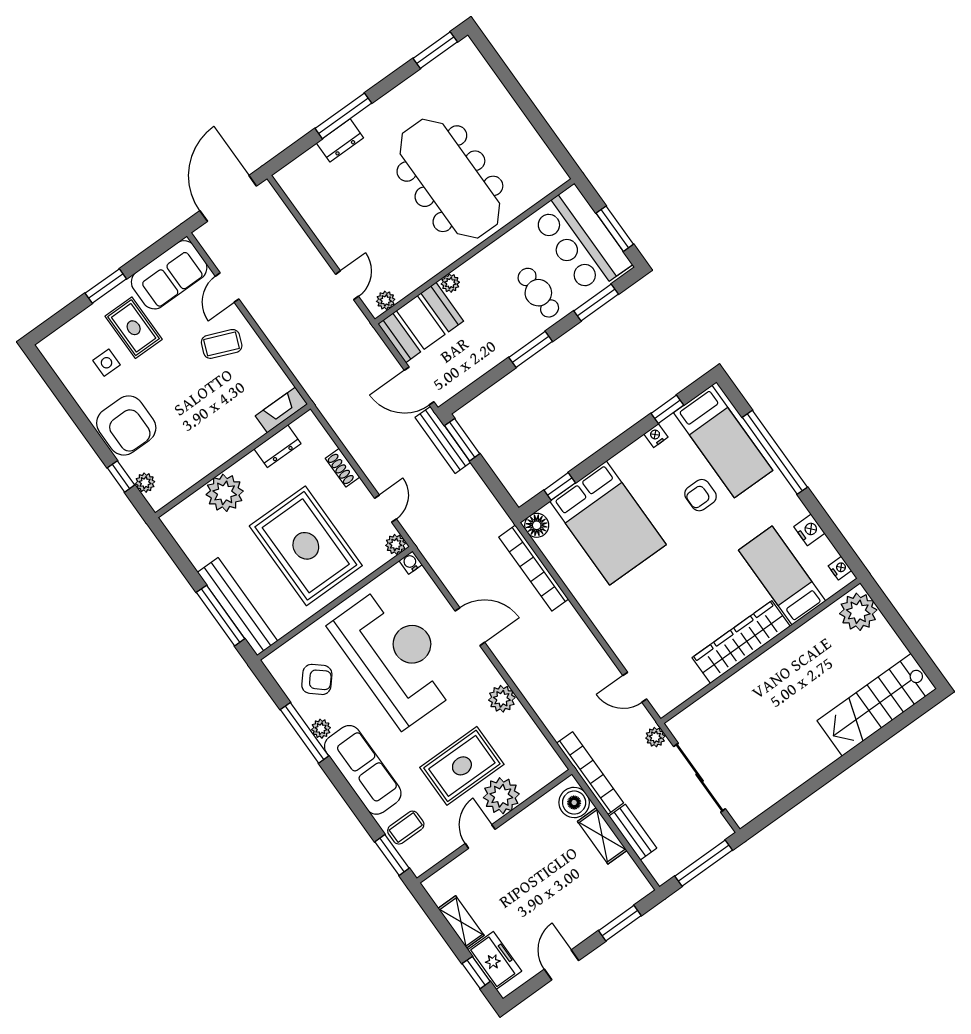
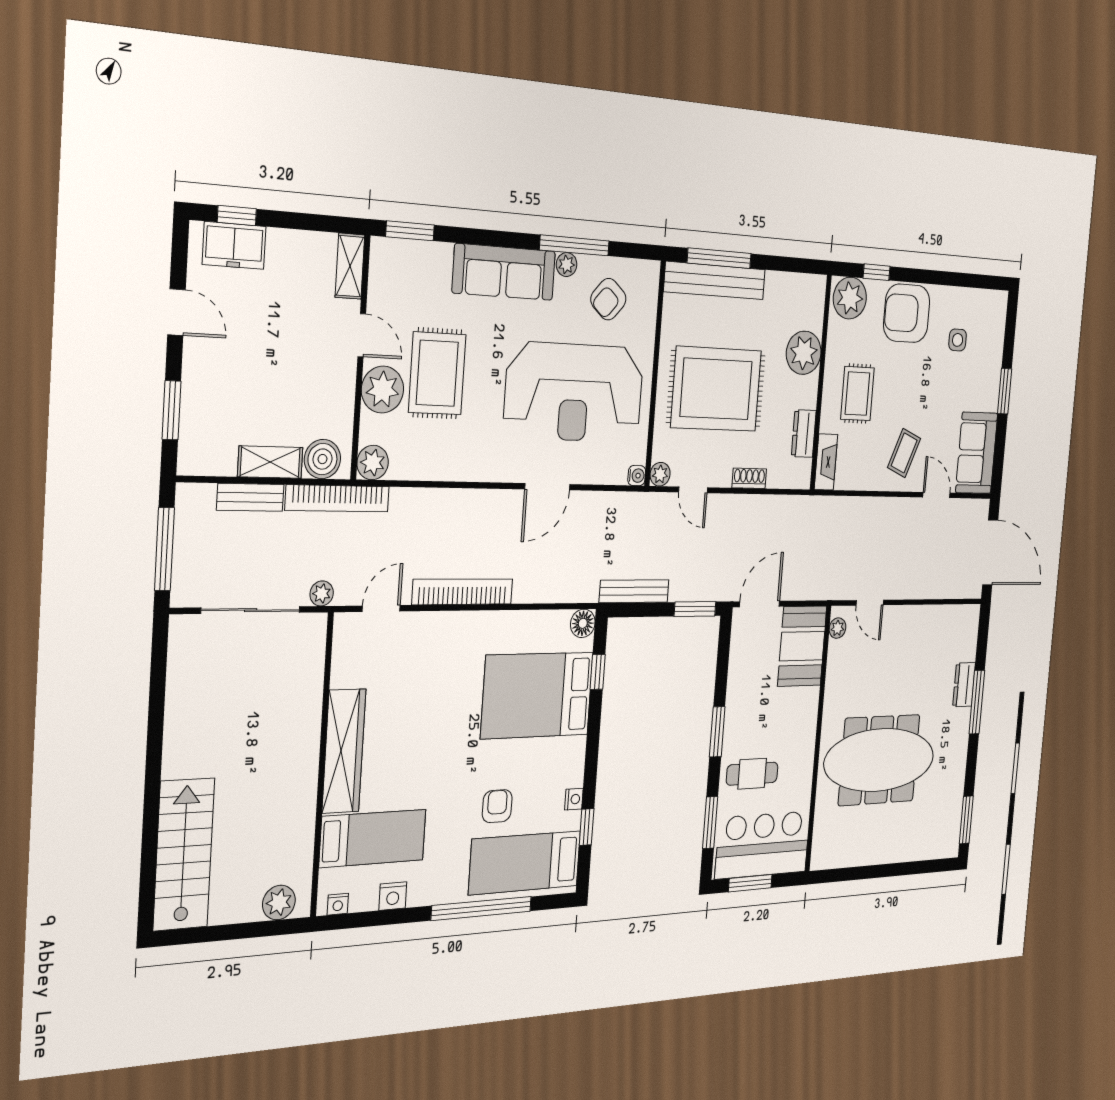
plant: (450, 283) -> (811, 698), removed
rug: (134, 328) -> (857, 394), moved, turned 90
bench: (443, 440) -> (634, 591), moved
plant: (145, 483) -> (850, 298), width x1.88, depth x1.88
bookcase: (534, 568) -> (463, 592), moved
plant: (858, 612) -> (279, 902), width x0.73, depth x0.73
plant: (502, 699) -> (373, 463), moved
coffee table: (406, 828) -> (424, 267), removed
shelving: (461, 922) -> (350, 266), moved, turned 90

